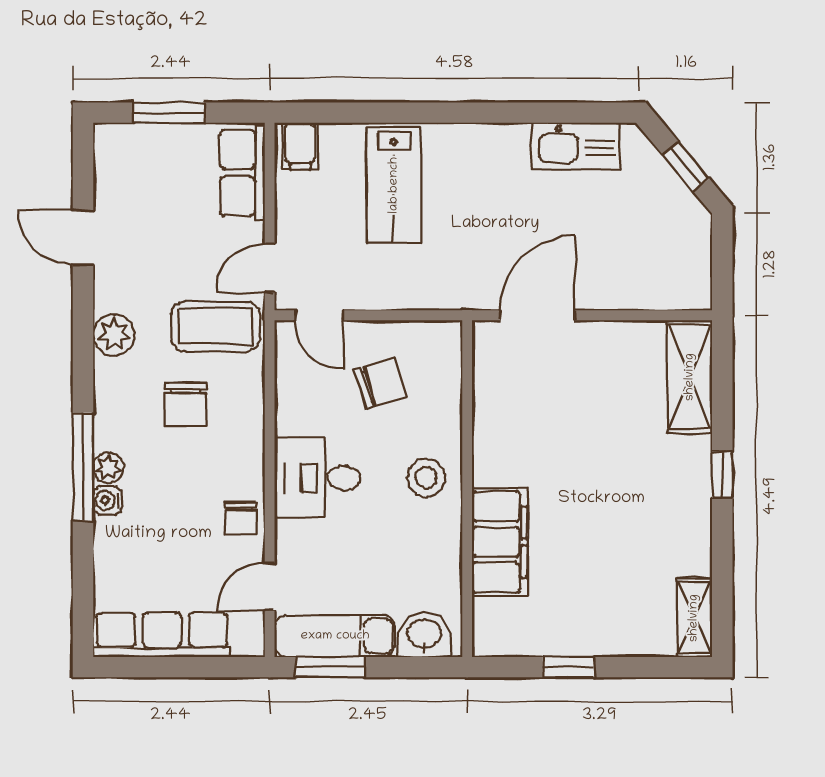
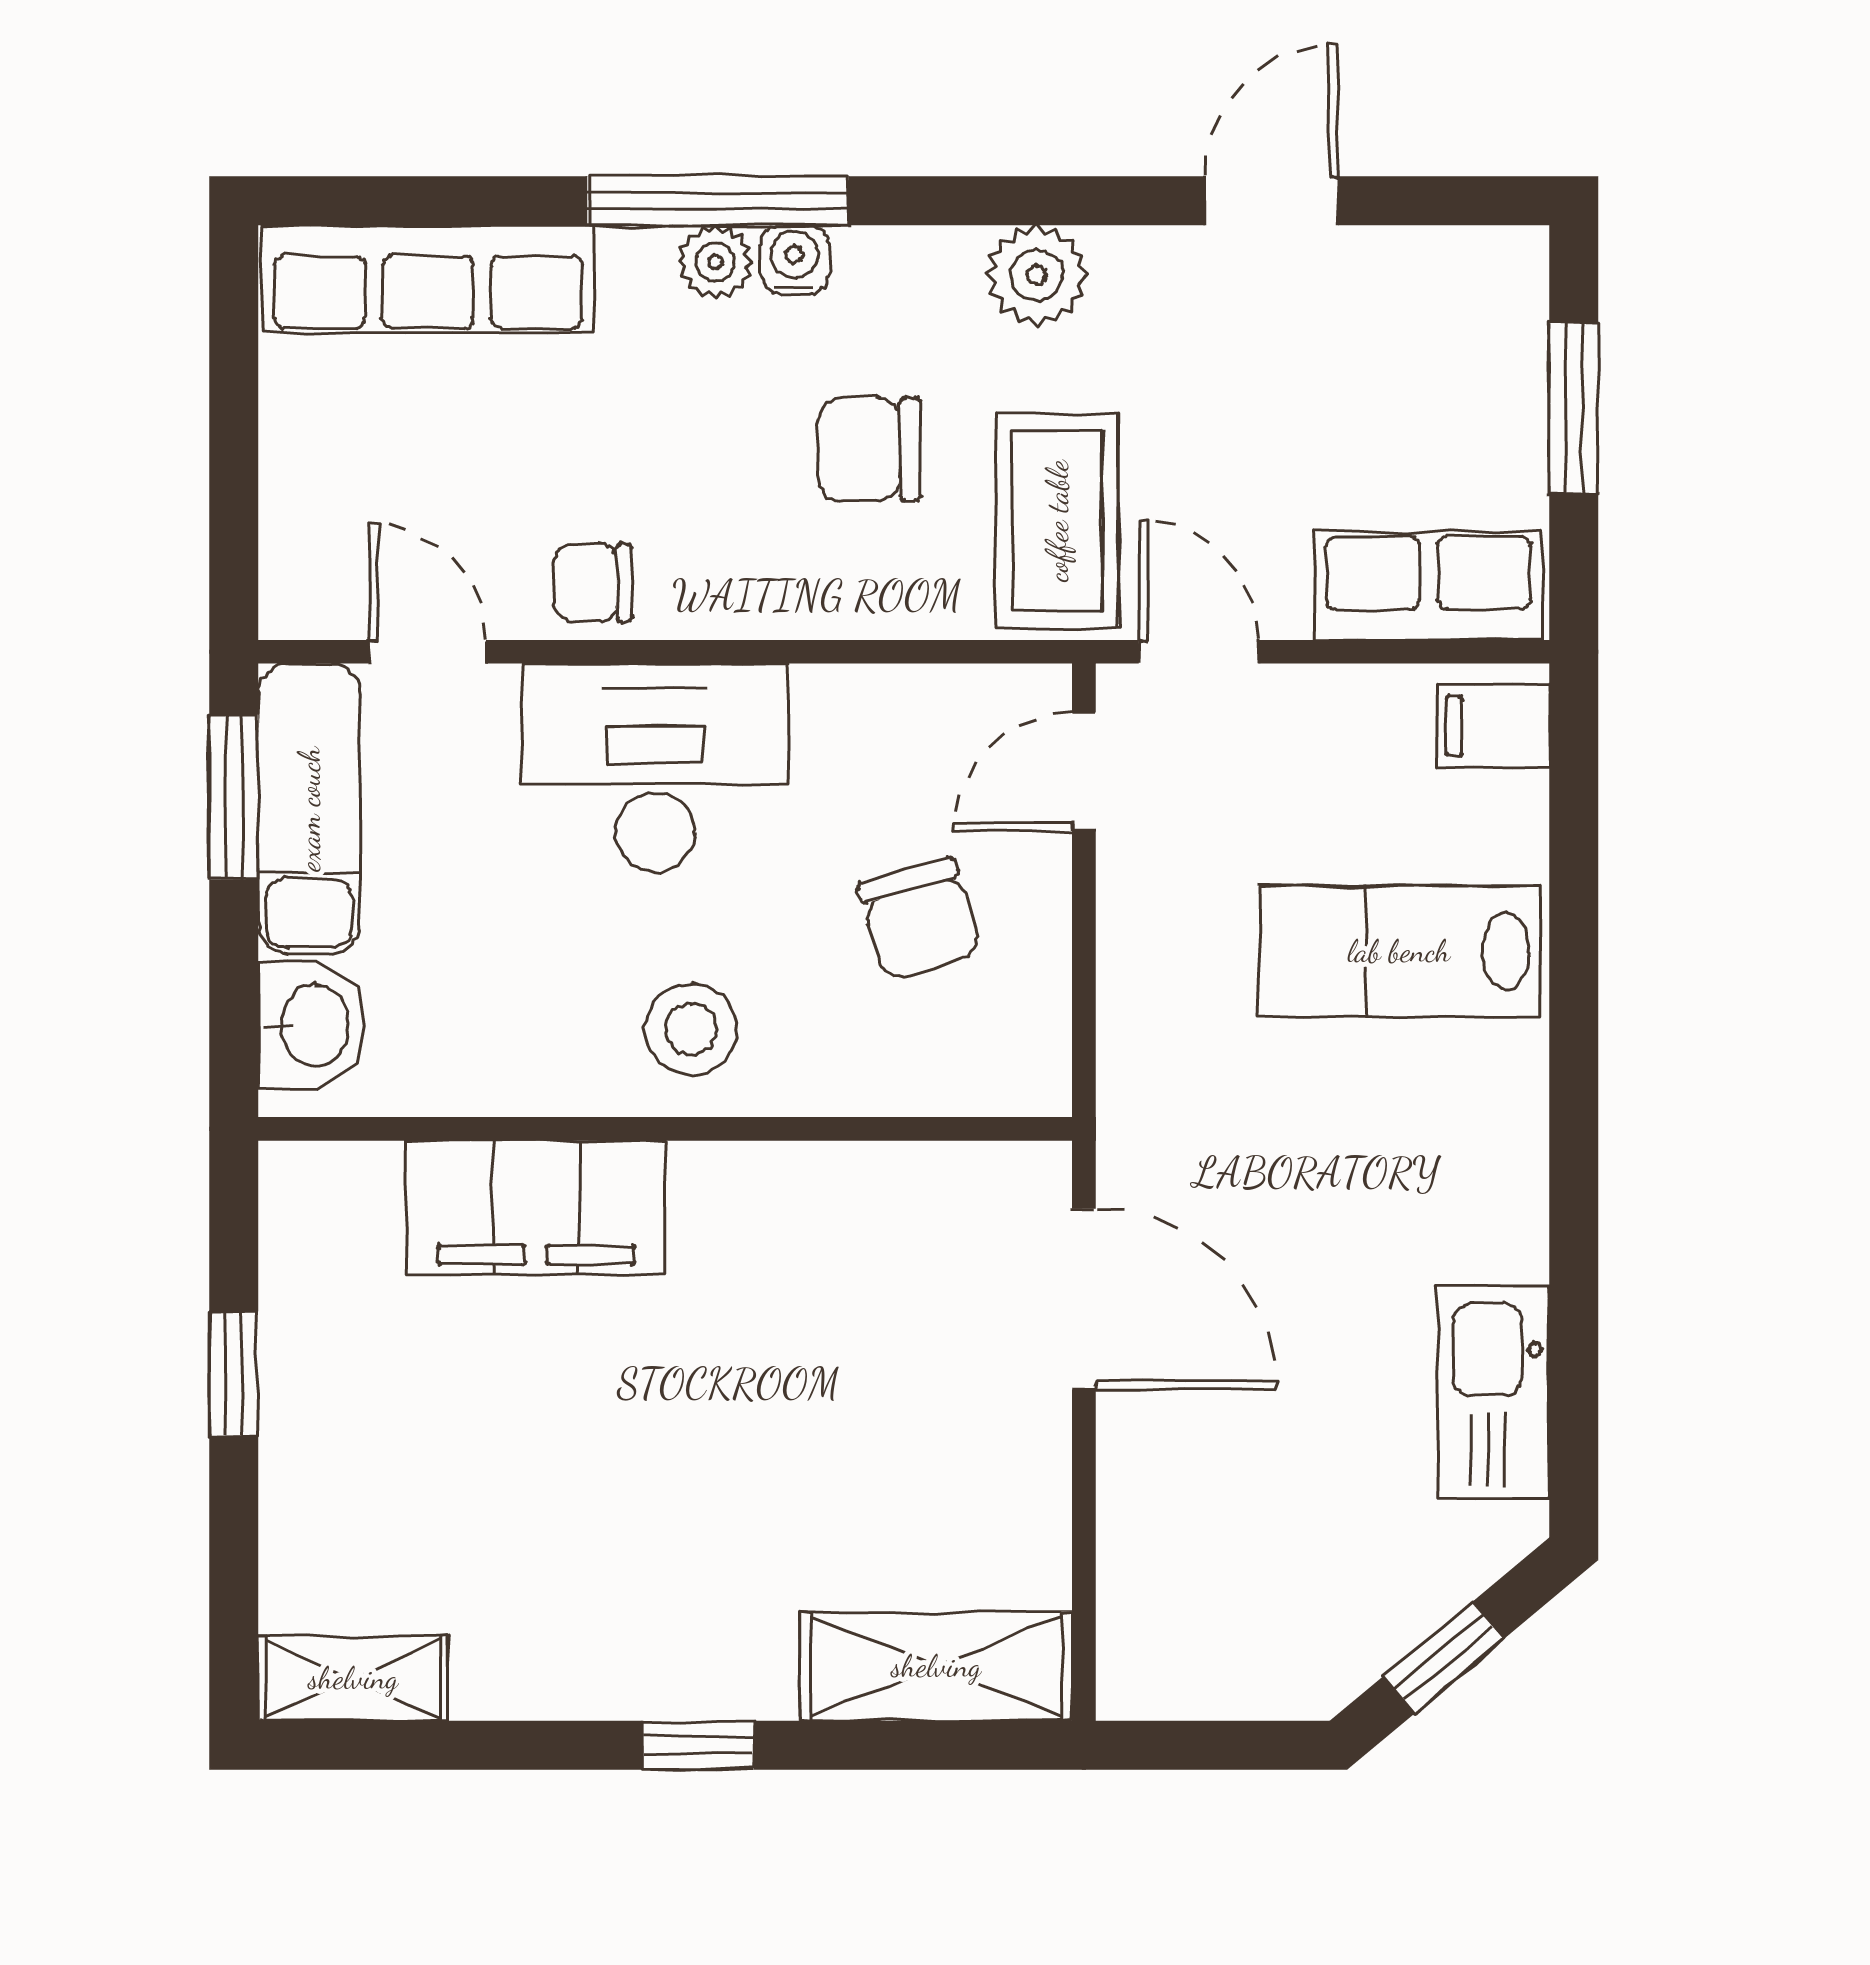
desk: (318, 478) -> (655, 767), width x1.37
water cooler: (107, 501) -> (795, 260), moved
row of seats: (162, 635) -> (428, 279), moved, turned 90

